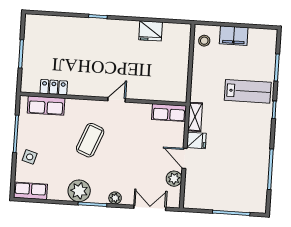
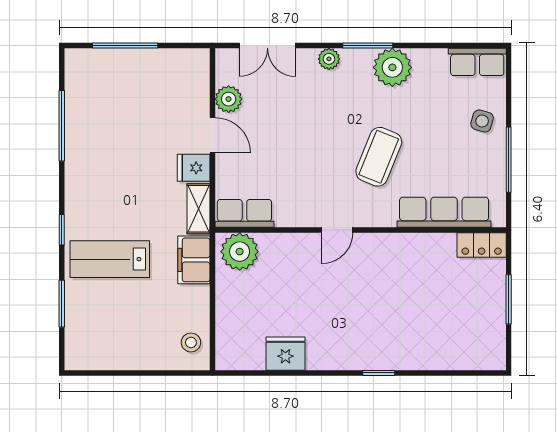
filing cabinet: (234, 36) -> (194, 260), moved, turned -90
locker: (54, 87) -> (482, 245), moved
plant: (173, 91) -> (240, 252), added
row of seats: (46, 105) -> (444, 212), width x1.48

